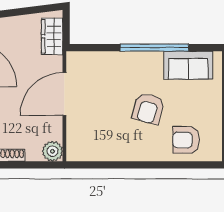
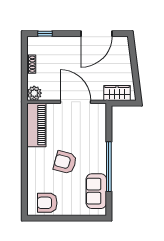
armchair: (186, 140) -> (47, 203), moved, turned -90
piano: (97, 148) -> (36, 125), added

